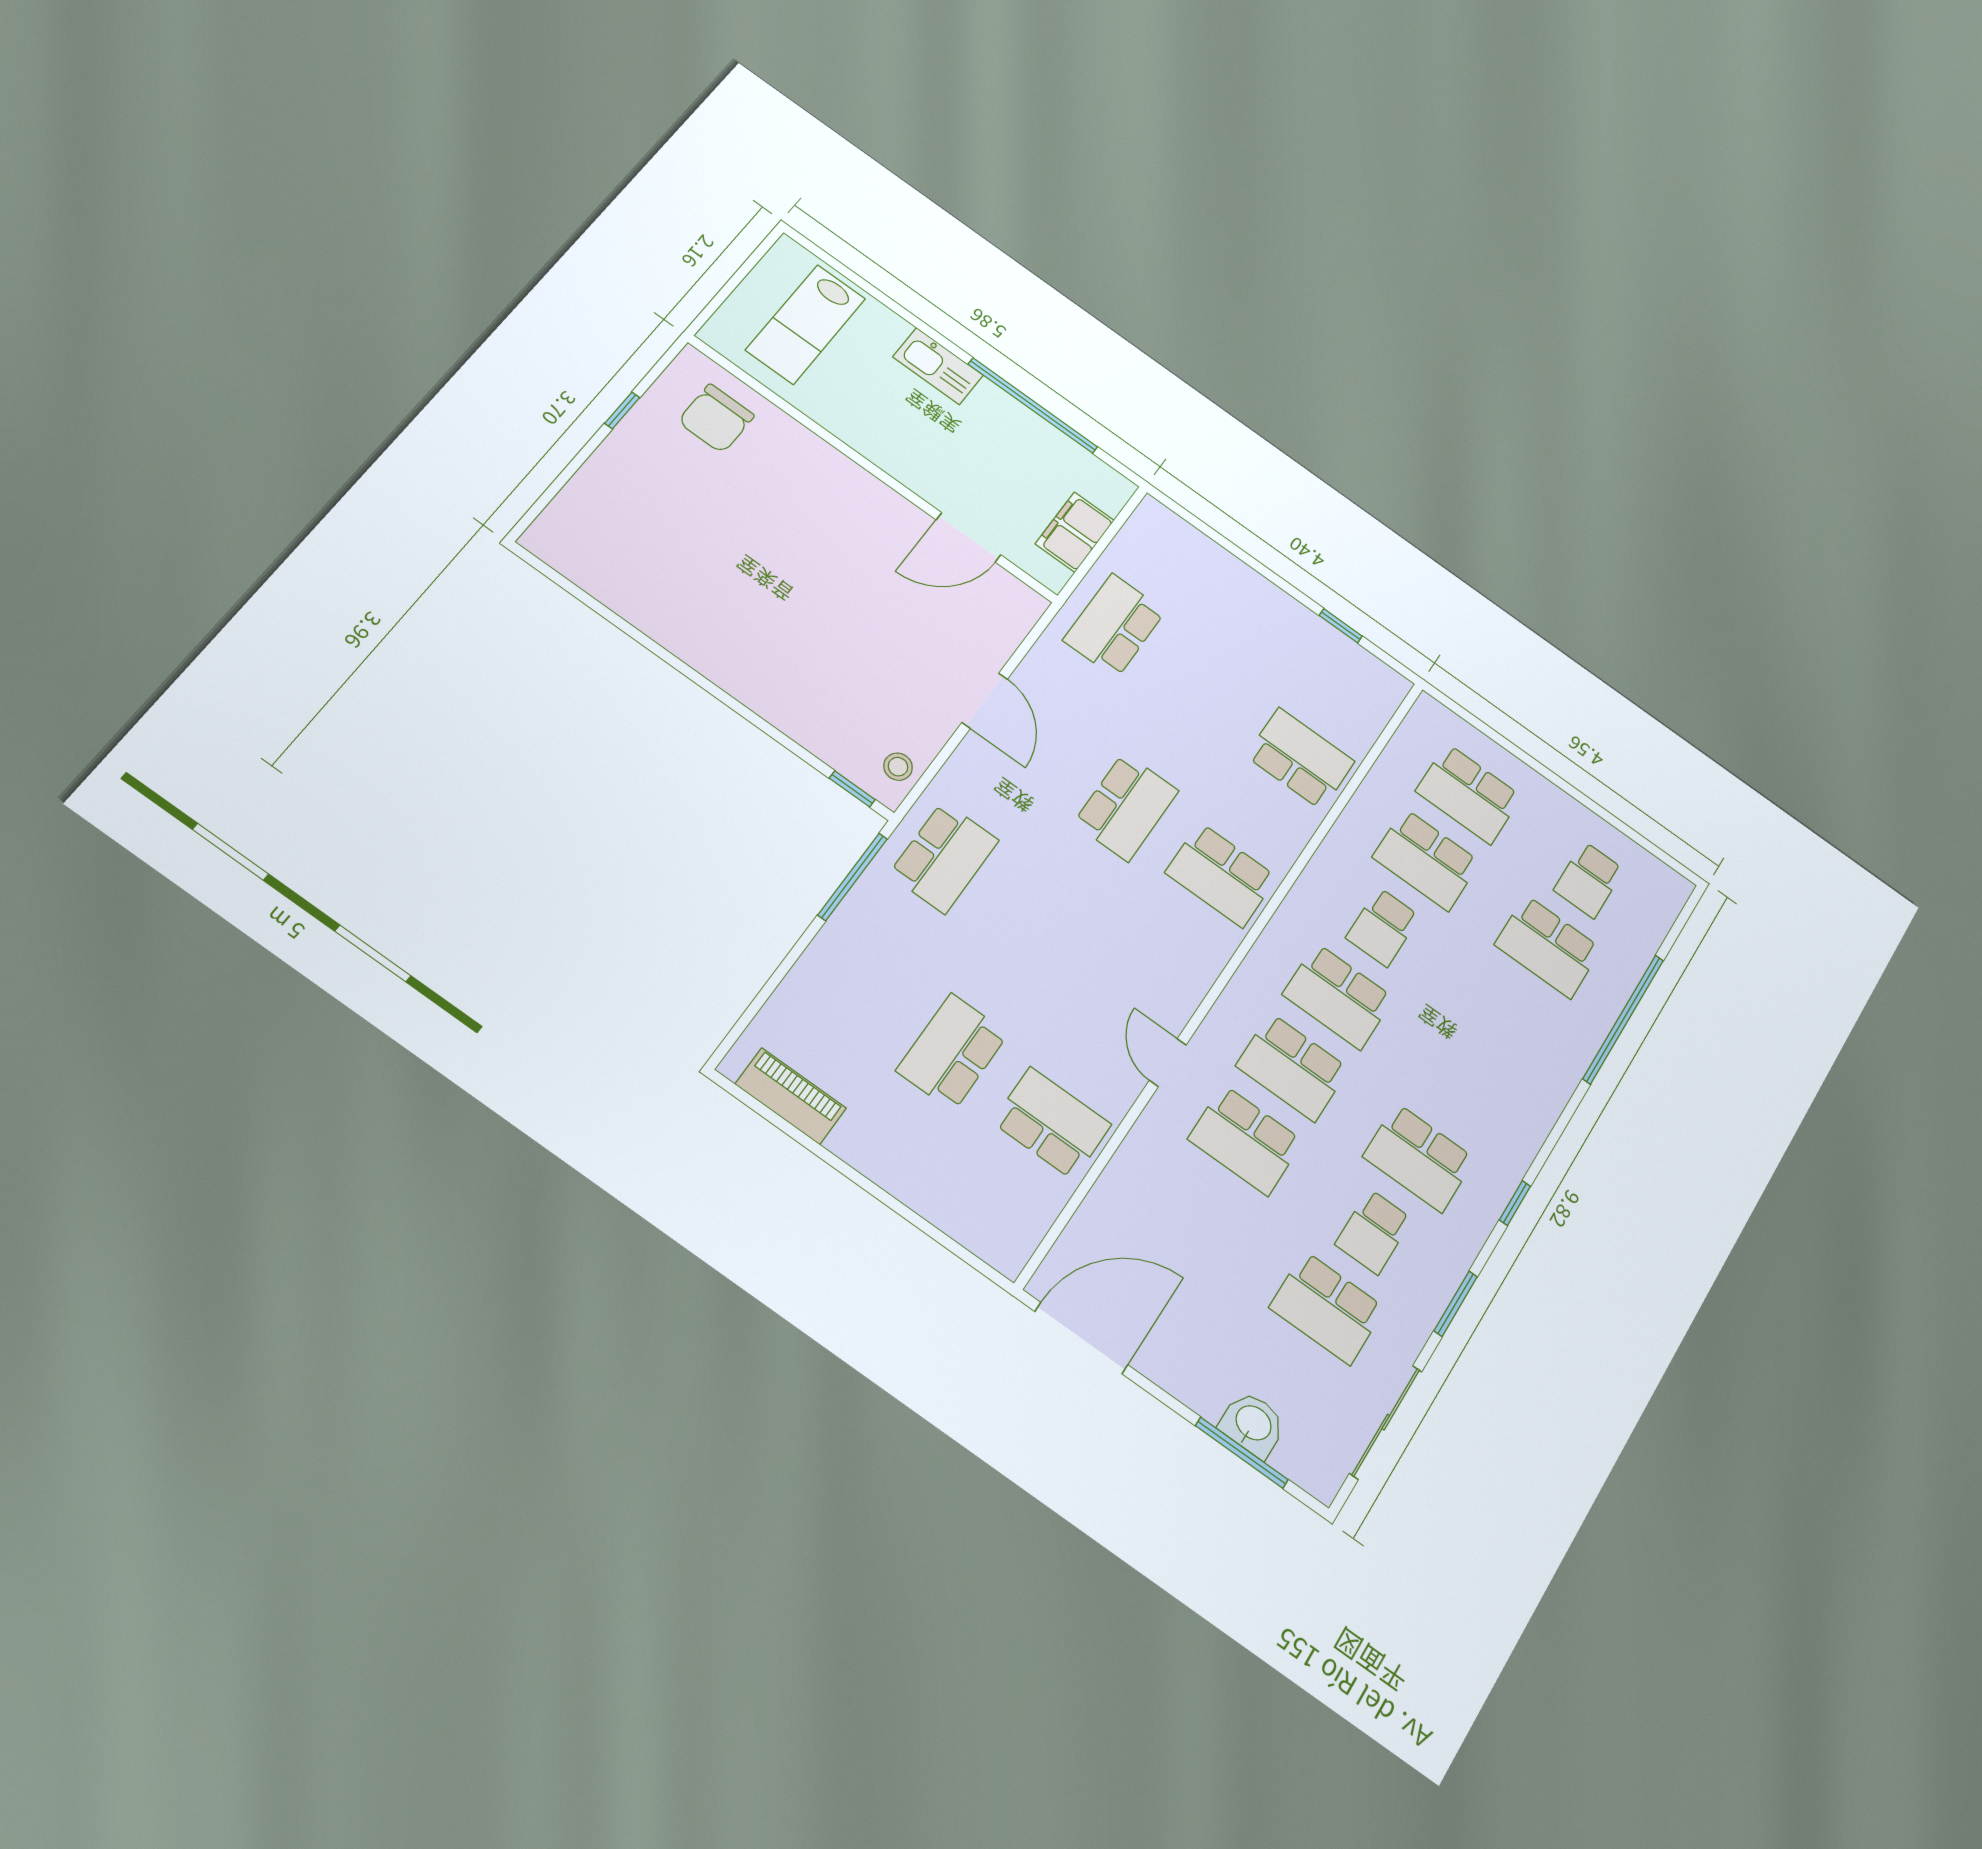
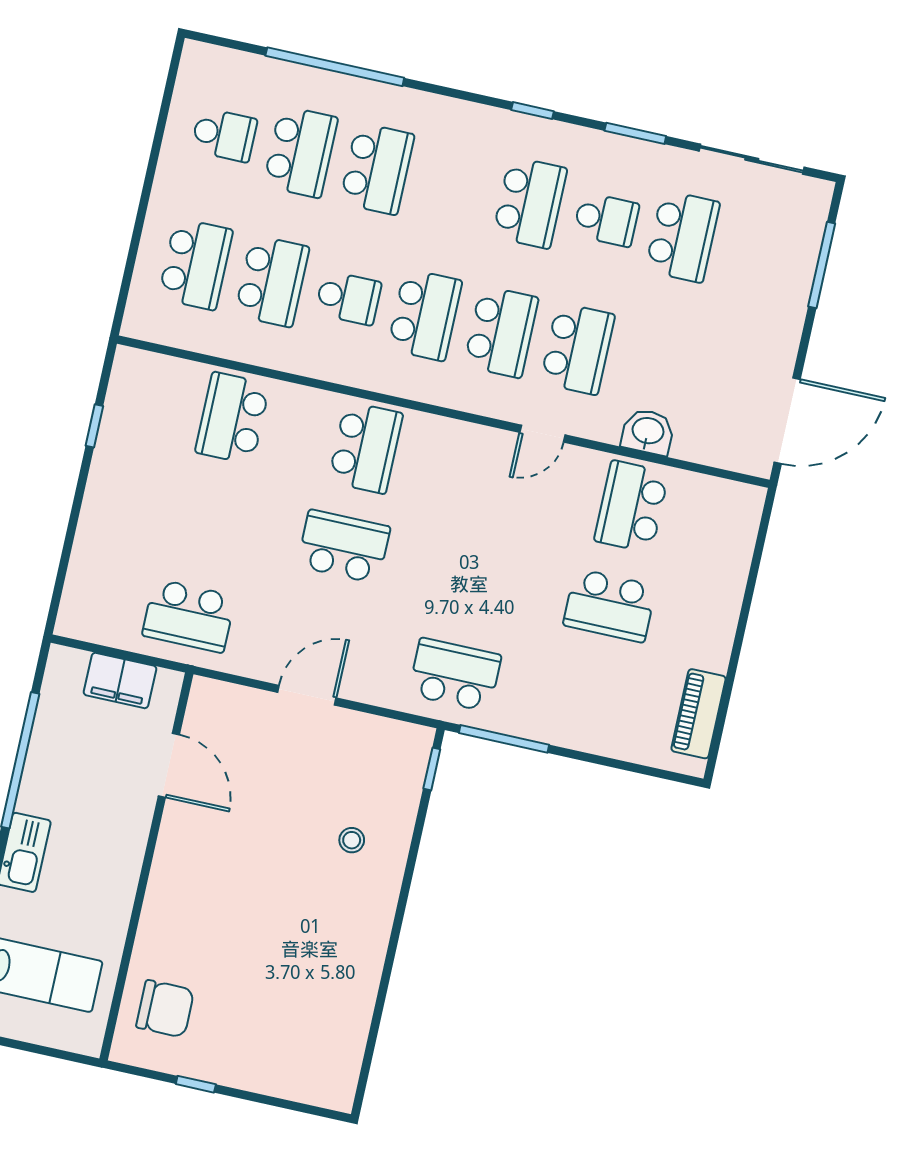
stool: (898, 767) -> (352, 840), moved
school desk: (1506, 1015) -> (377, 169), added
door: (1081, 1338) -> (787, 421), swing flipped
washbasin: (1253, 1424) -> (648, 432), moved, turned 90

